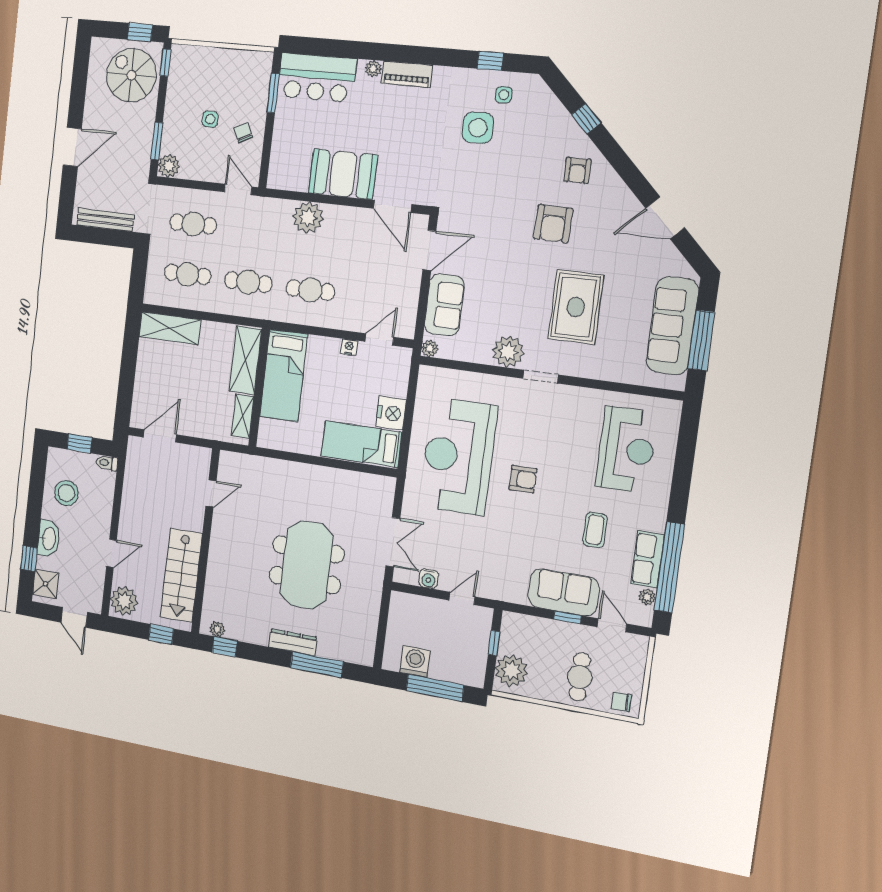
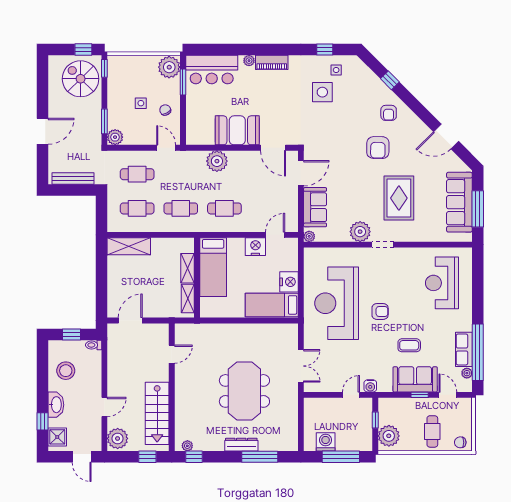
plant: (256, 69) -> (169, 67), added
nightstand: (349, 347) -> (255, 247), width x1.89, depth x1.79
shelving: (246, 360) -> (188, 268), width x0.67, depth x0.75
reception desk: (626, 450) -> (442, 283), turned 180
coffee table: (595, 530) -> (409, 345), moved, turned 90
water cooler: (429, 579) -> (370, 386), moved

